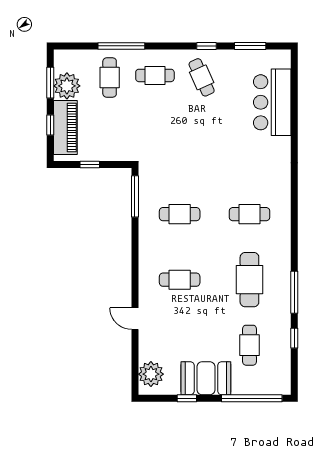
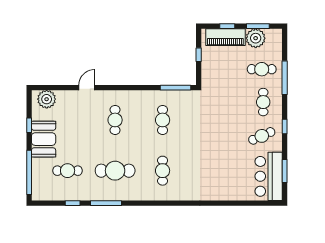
window: (207, 46) -> (285, 126), moved
bar counter: (272, 102) -> (269, 176), moved, turned -90

